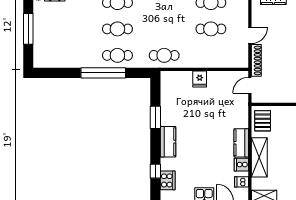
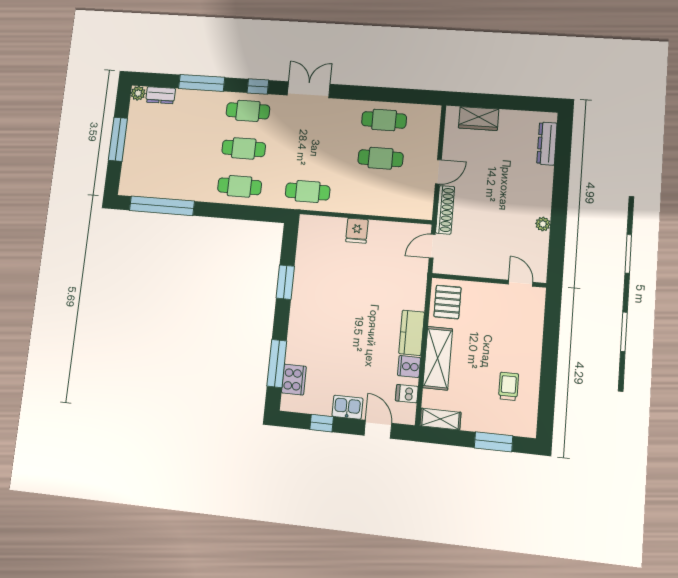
window: (103, 73) -> (162, 206), moved
kitchen counter: (168, 142) -> (300, 320), removed
window: (155, 171) -> (277, 363), width x2.17

